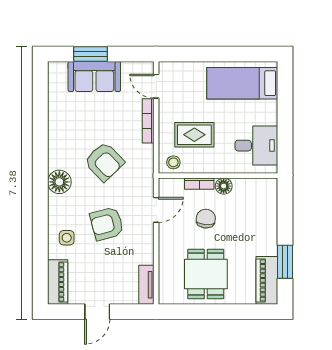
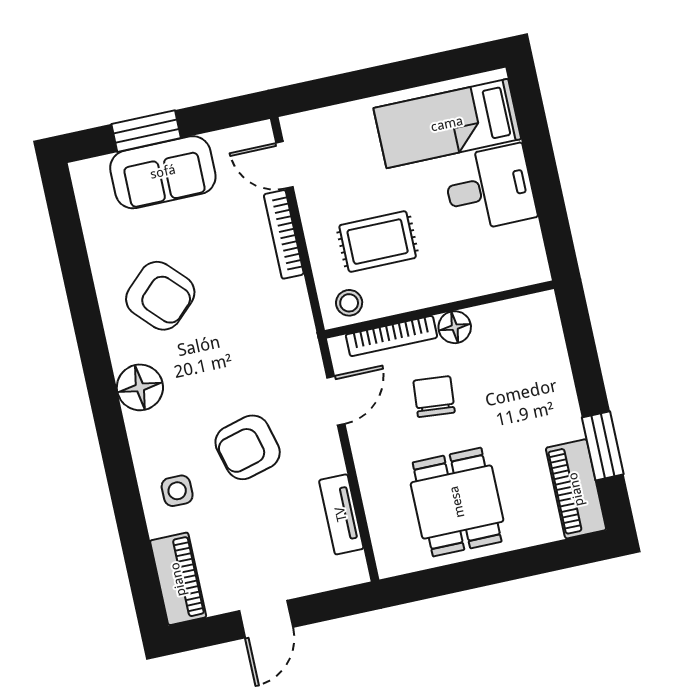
desk: (256, 146) -> (490, 188), moved
armchair: (104, 162) -> (160, 296), moved
bookcase: (199, 184) -> (391, 336), width x1.56
tv unit: (146, 285) -> (341, 514), moved

